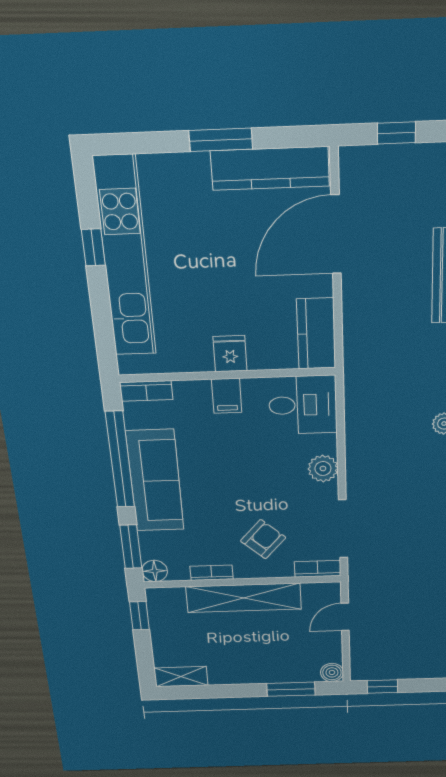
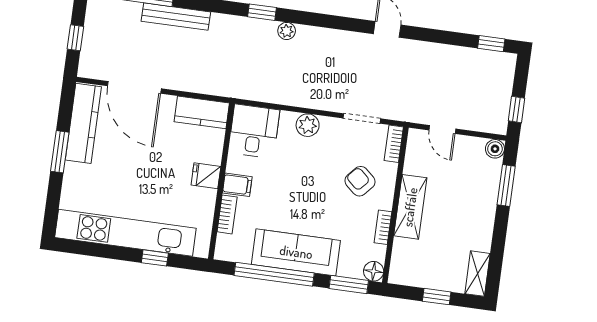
window: (93, 247) -> (155, 258), moved
bookcase: (146, 391) -> (227, 214), moved
doorway: (343, 529) -> (362, 118), width x0.73
shelving: (244, 598) -> (410, 207), width x0.68
window: (139, 616) -> (437, 297), moved

